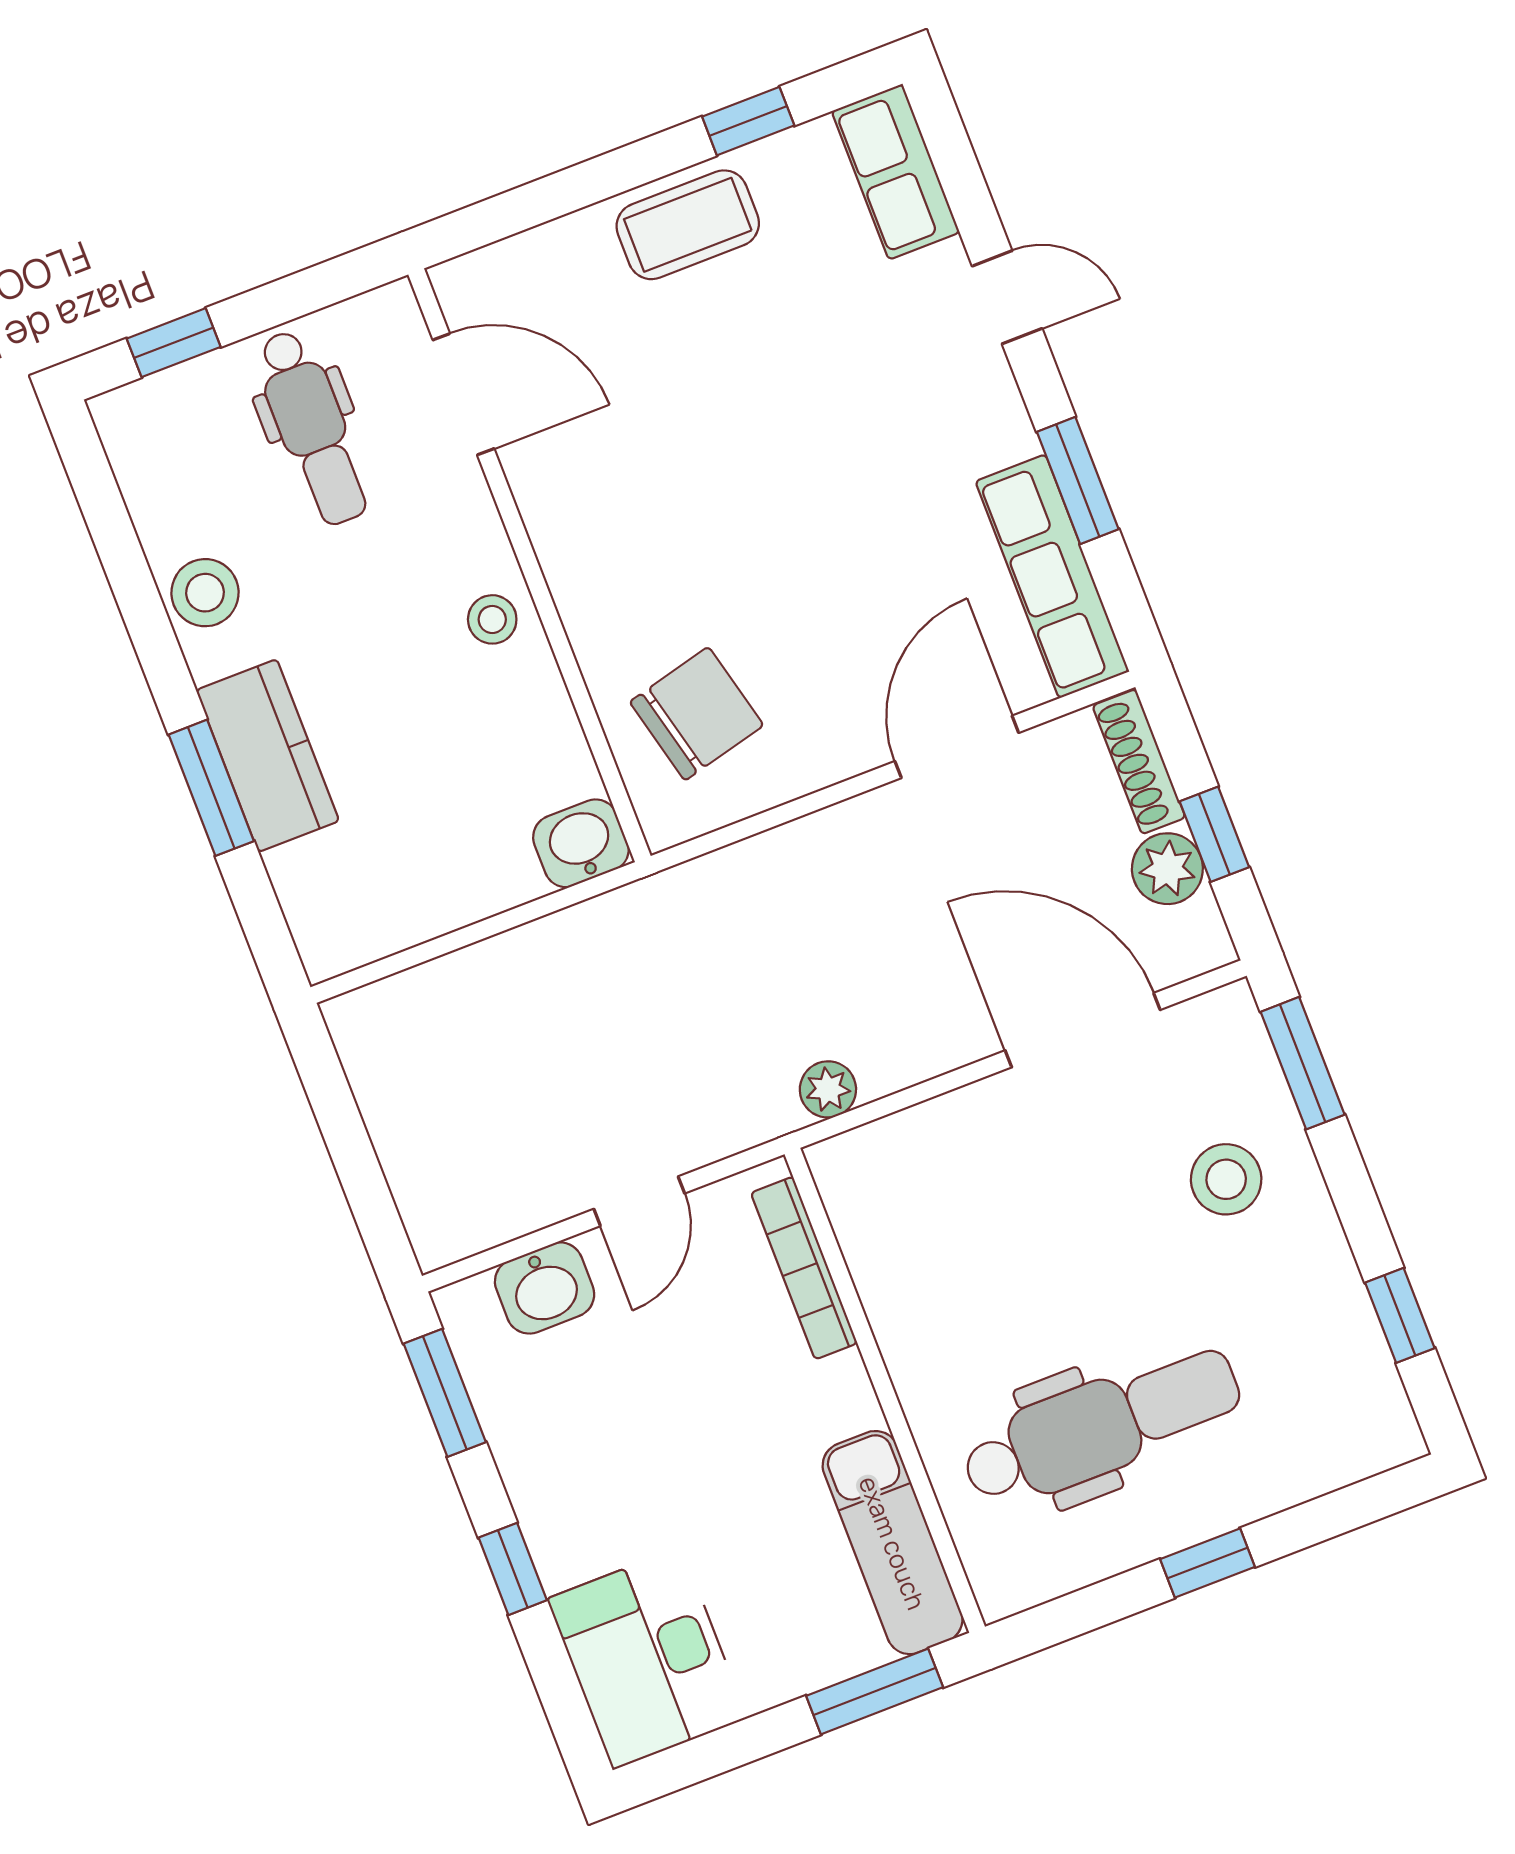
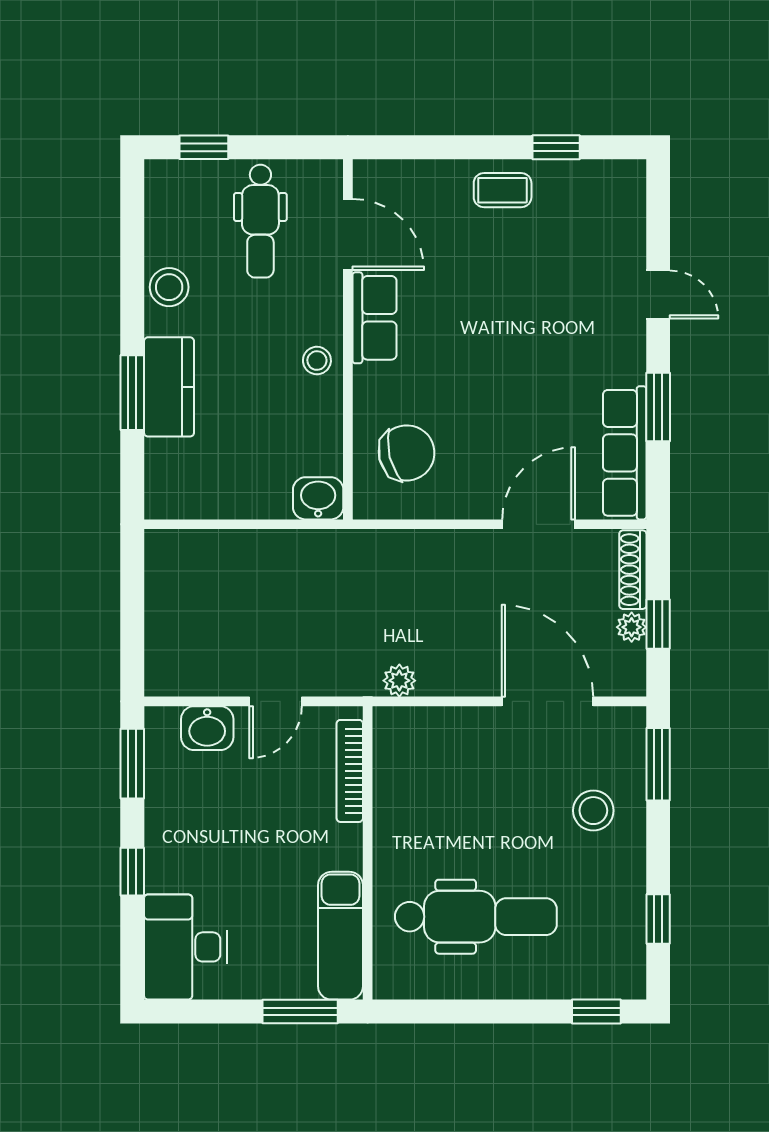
row of seats: (896, 172) -> (375, 318), moved, turned 180
coffee table: (688, 225) -> (503, 190), width x0.73, depth x0.77
plant: (1167, 869) -> (632, 627), width x0.73, depth x0.73
window: (1207, 1563) -> (596, 1011), moved

